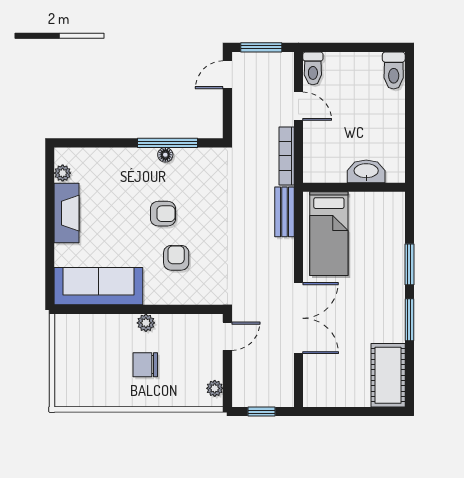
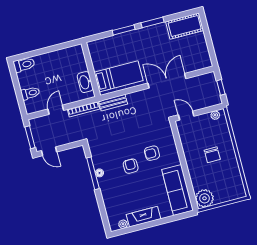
toilet: (313, 68) -> (30, 93), moved
washbasin: (366, 171) -> (85, 82), moved
plant: (146, 323) -> (204, 198), moved, width x1.88, depth x1.88

